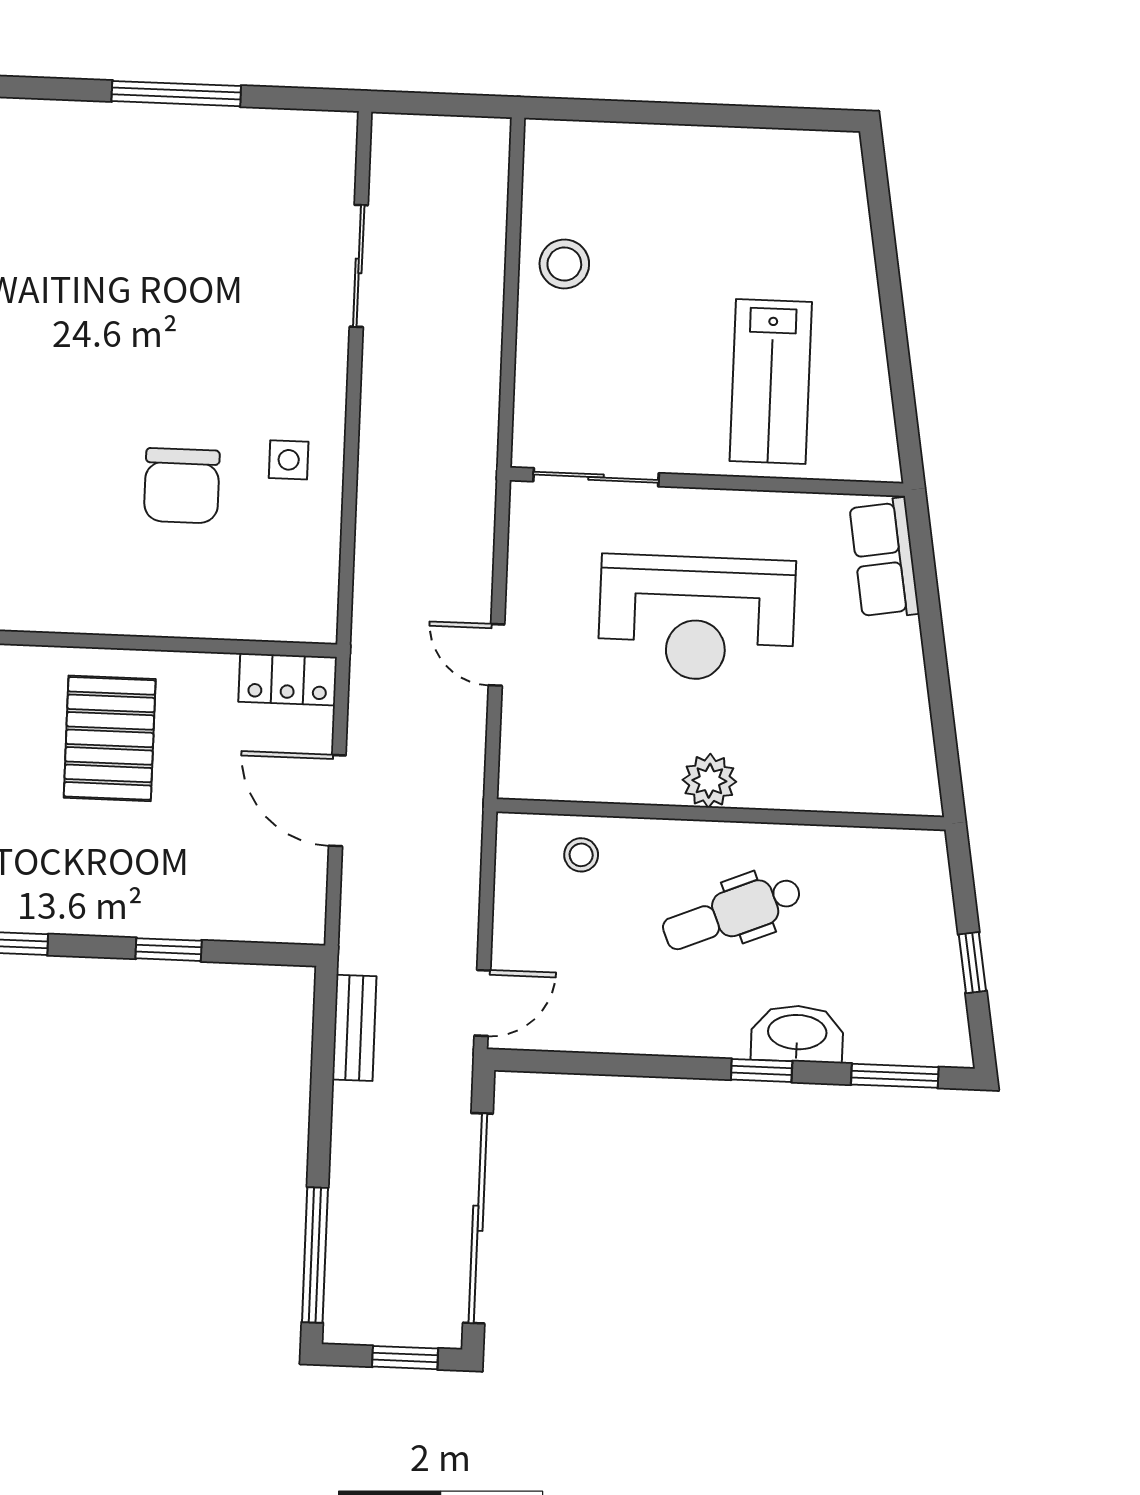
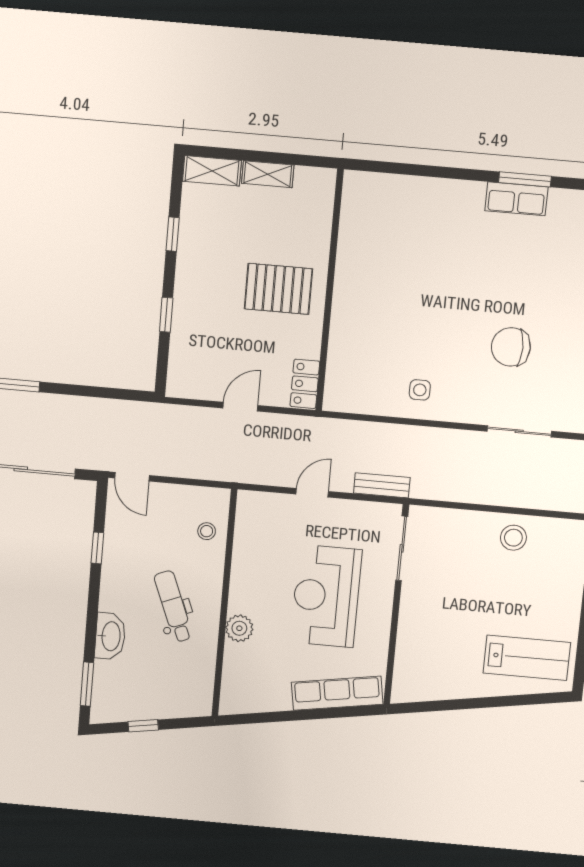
lab bench: (771, 381) -> (527, 658), moved, turned 180
chair: (182, 486) -> (511, 347), moved
row of seats: (884, 559) -> (337, 693), width x1.48
plant: (709, 781) -> (239, 628), moved
door: (337, 801) -> (240, 407), width x0.73
bench: (354, 1028) -> (382, 485), moved
window: (762, 1070) -> (97, 548), moved

